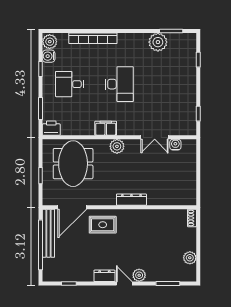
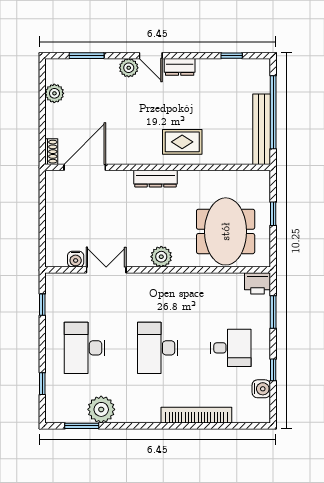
plant: (50, 42) -> (260, 410), removed
desk: (169, 84) -> (85, 348), added
filing cabinet: (106, 128) -> (178, 283), removed
dresser: (131, 200) -> (156, 179), moved
door: (72, 207) -> (85, 167), moved

